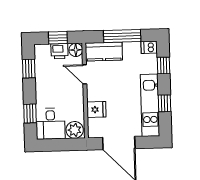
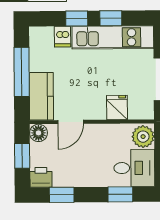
dishwasher: (149, 47) -> (63, 37), moved
printer: (60, 51) -> (41, 177), moved, turned -90
window: (164, 66) -> (77, 19), moved

